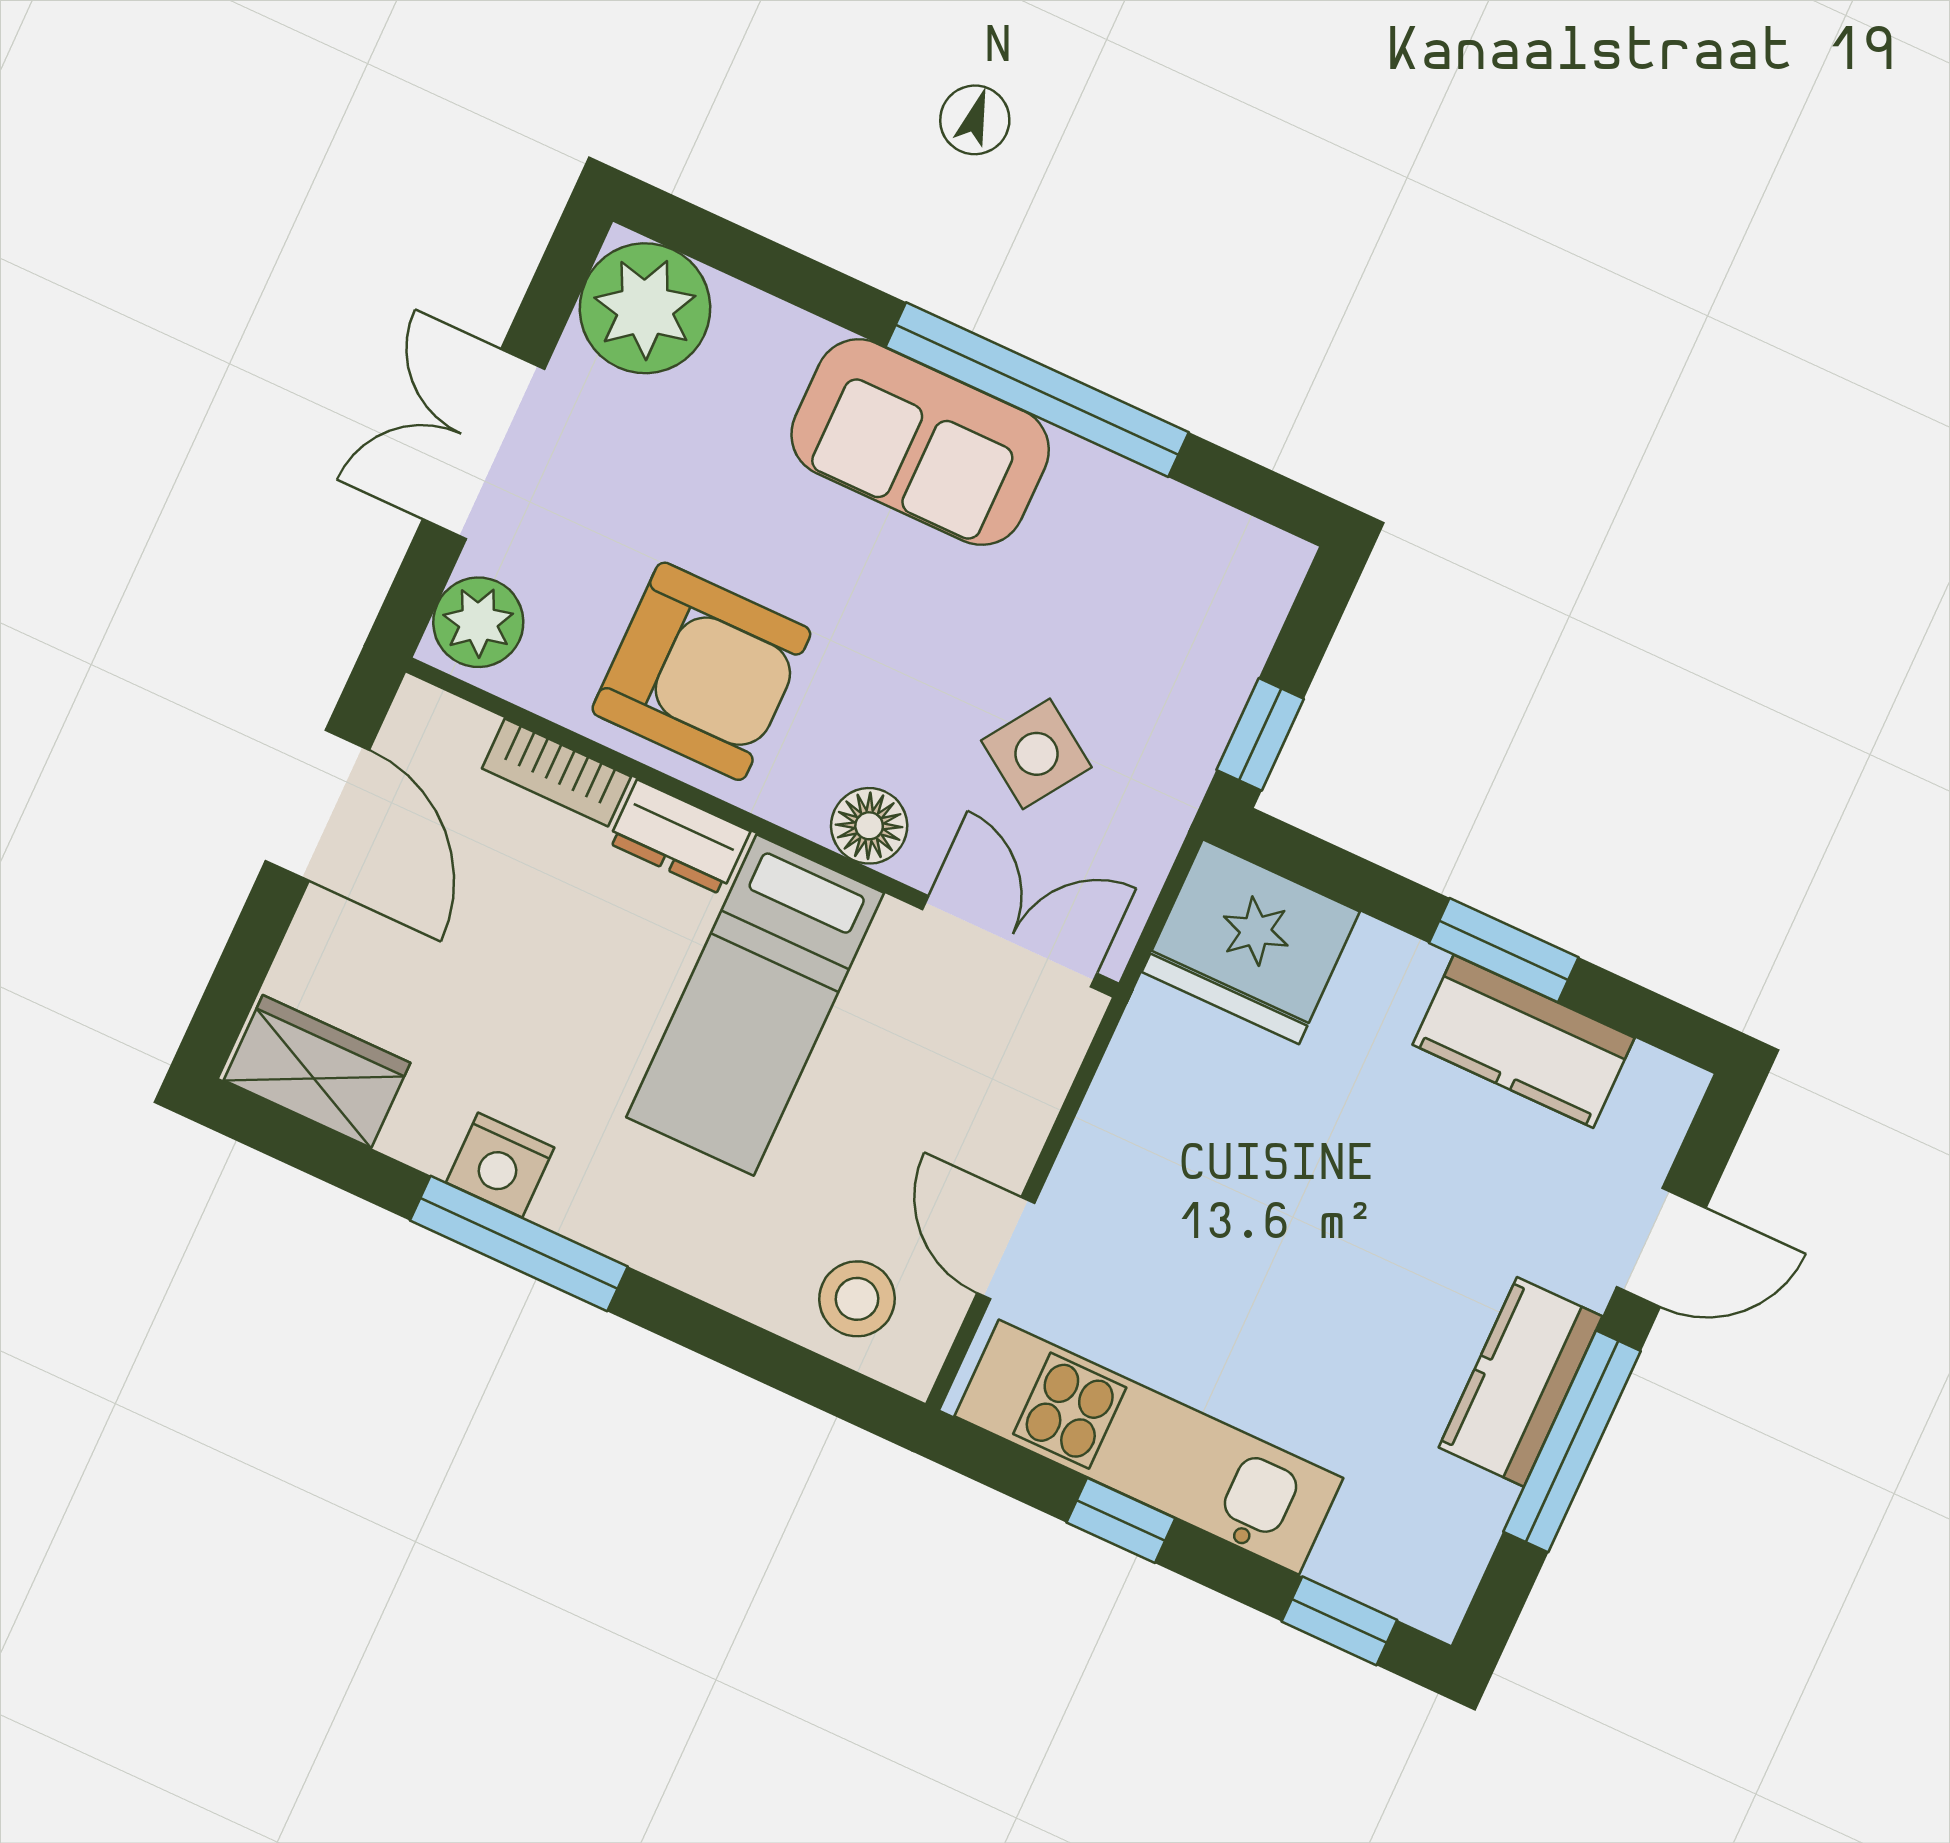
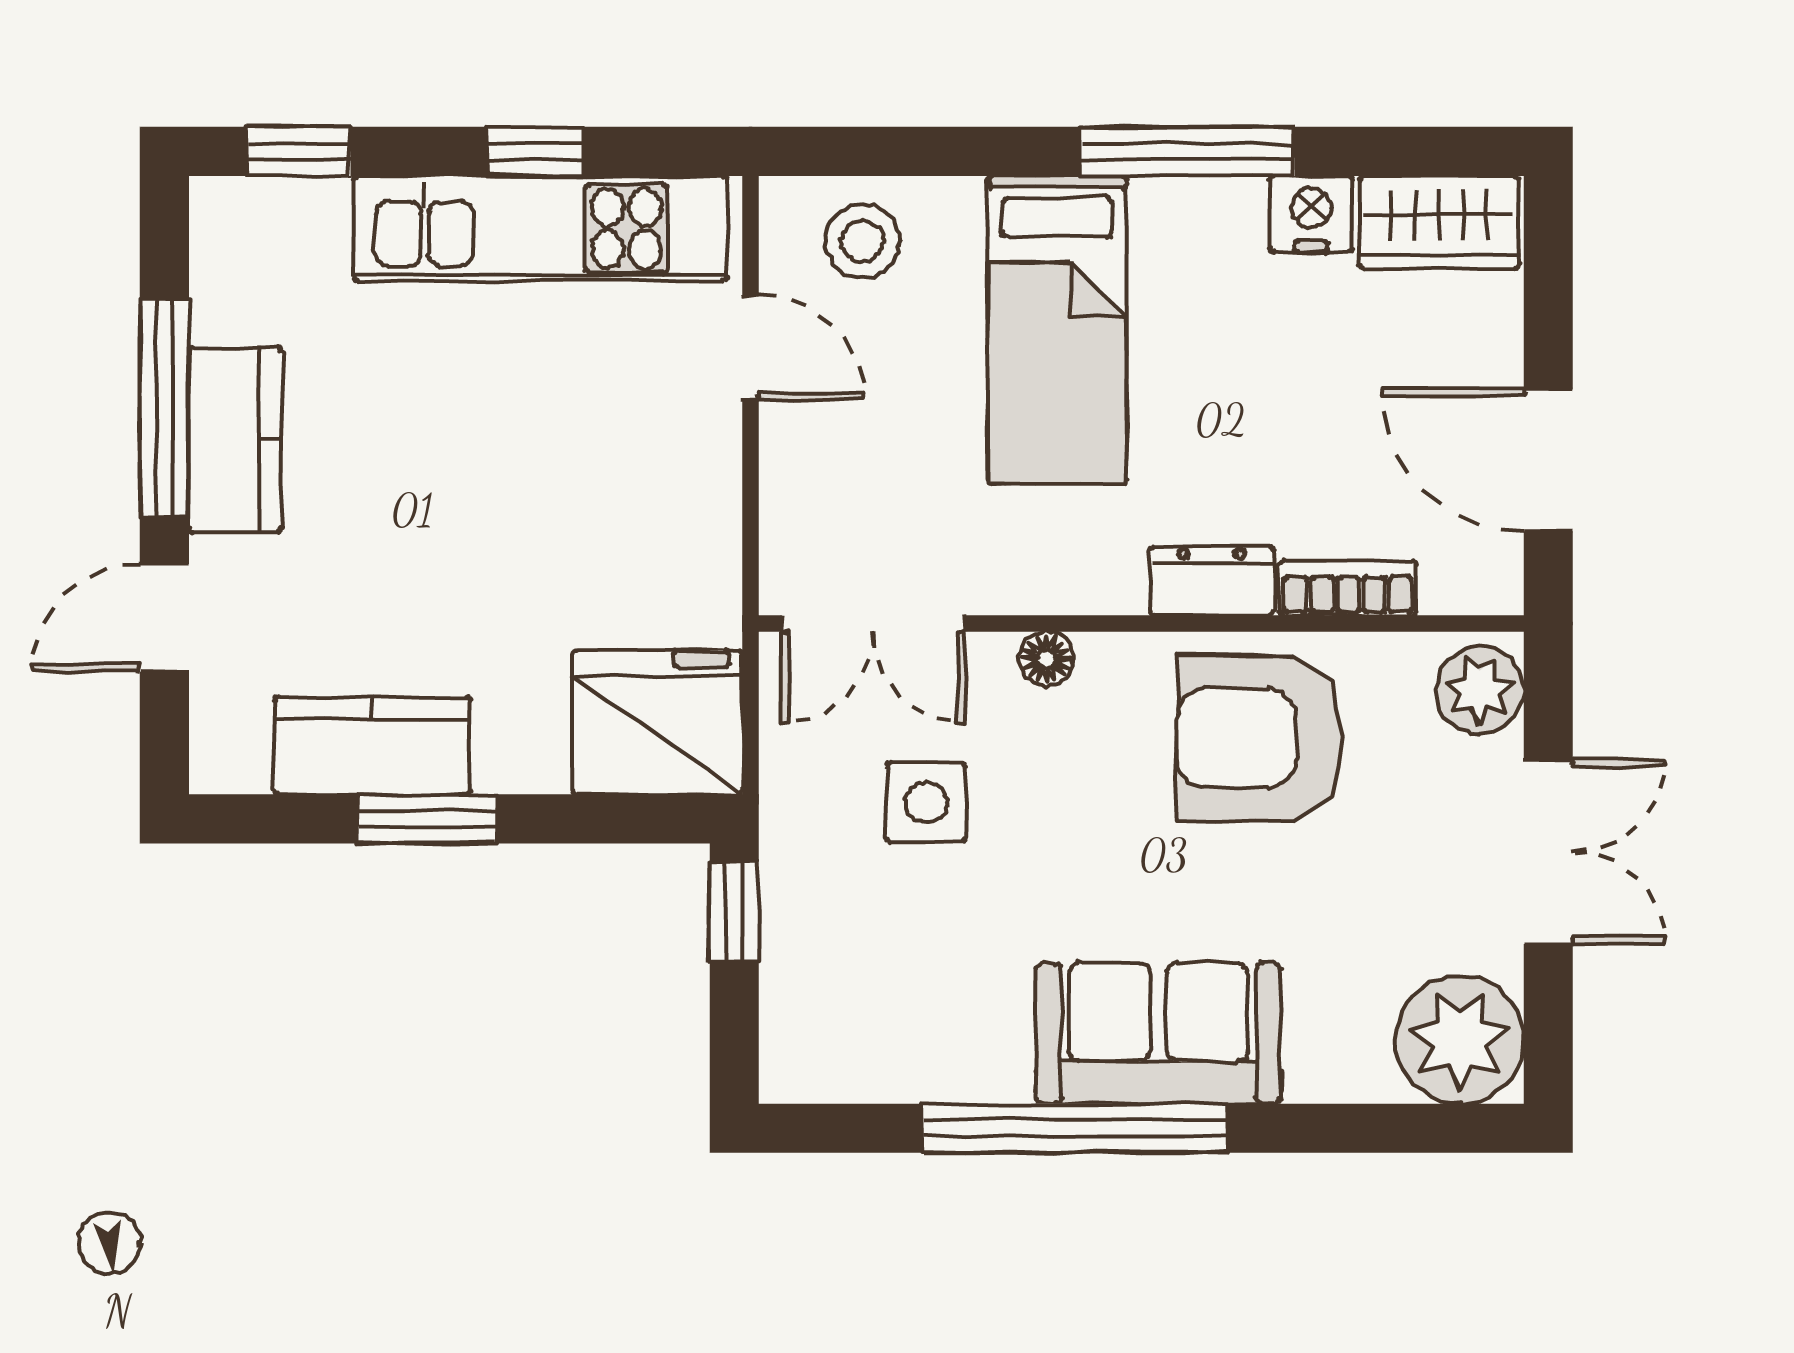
side table: (1036, 754) -> (926, 802), turned -34
floor lamp: (869, 826) -> (1046, 659), width x0.73, depth x0.73
bed: (755, 1005) -> (1057, 329), moved, turned 180
nightstand: (500, 1165) -> (1311, 214), moved

